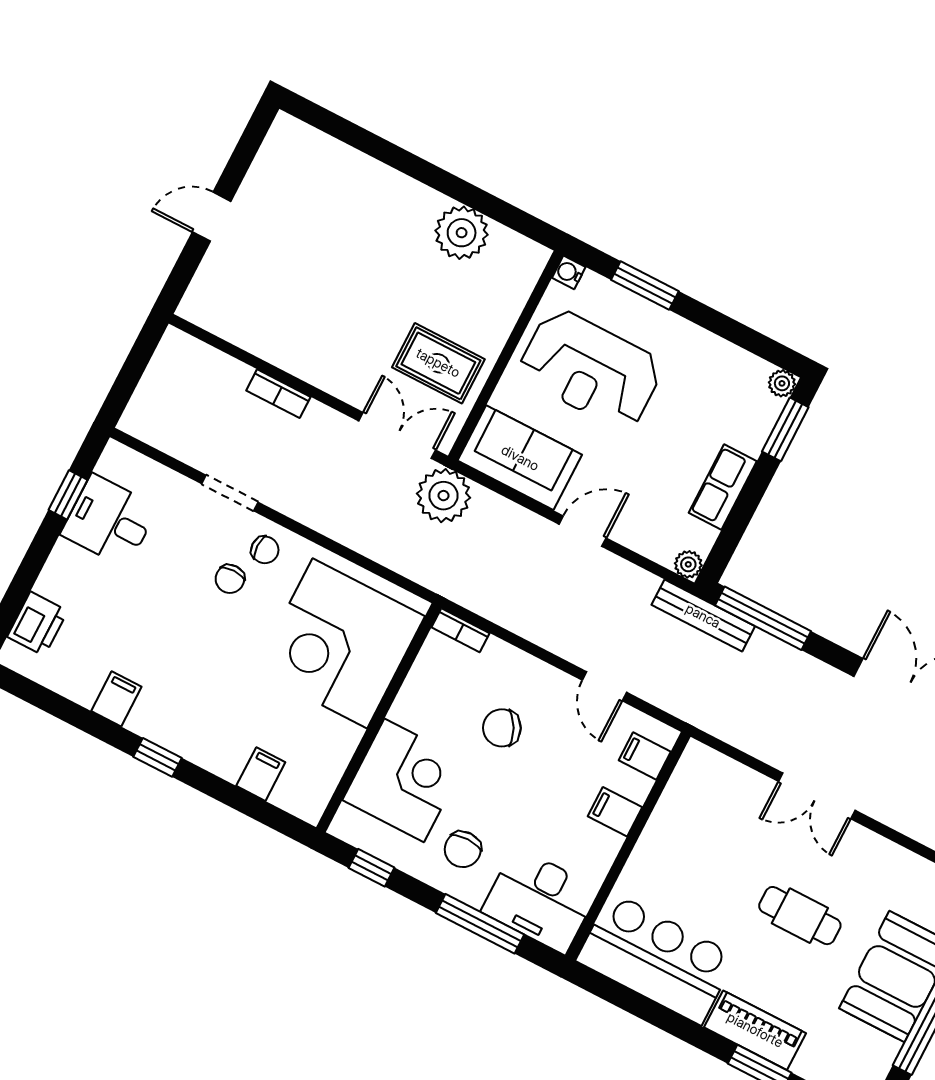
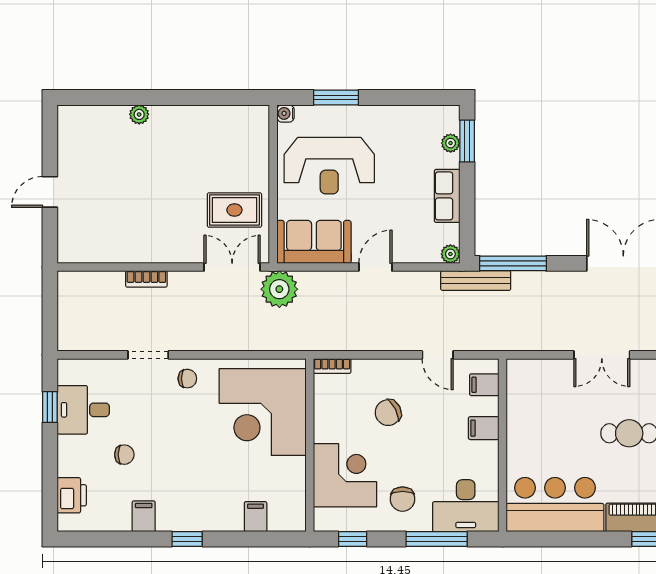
plant: (462, 233) -> (139, 114), moved, width x0.53, depth x0.53
plant: (782, 383) -> (451, 143), moved
chair: (230, 579) -> (124, 455), moved, turned -90

